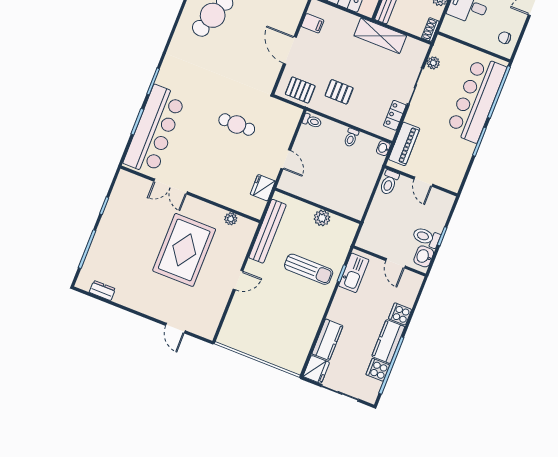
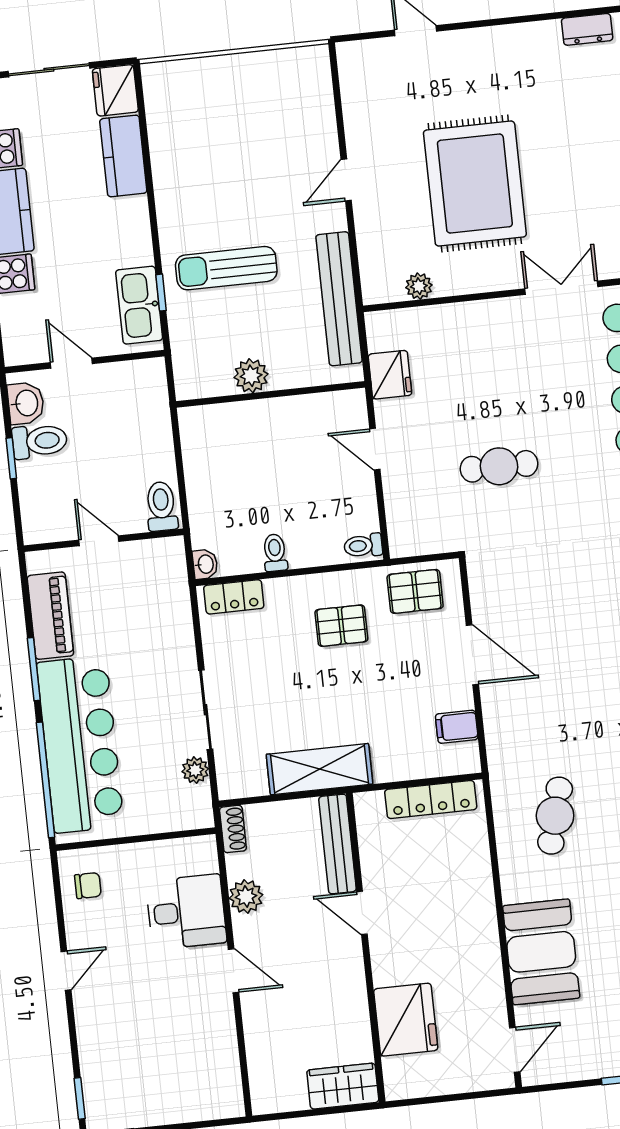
locker: (395, 115) -> (234, 597), moved, turned 90
piano: (404, 144) -> (50, 616), moved, turned 180

